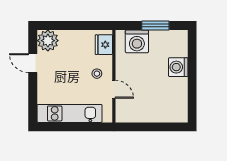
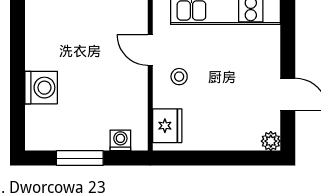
plant: (48, 41) -> (271, 141), width x0.53, depth x0.53
washing machine: (137, 41) -> (120, 140), width x0.53, depth x0.53

